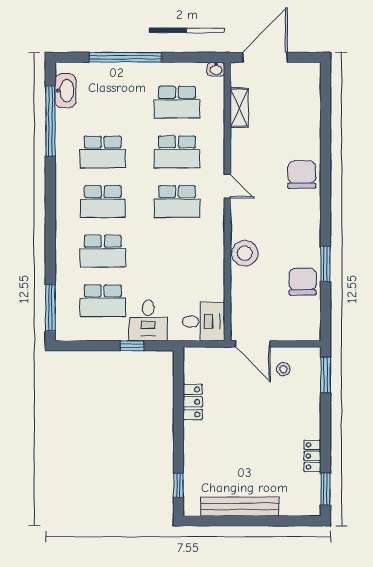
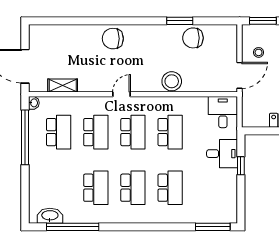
window: (125, 57) -> (25, 137), moved
school desk: (103, 301) -> (170, 132), moved

